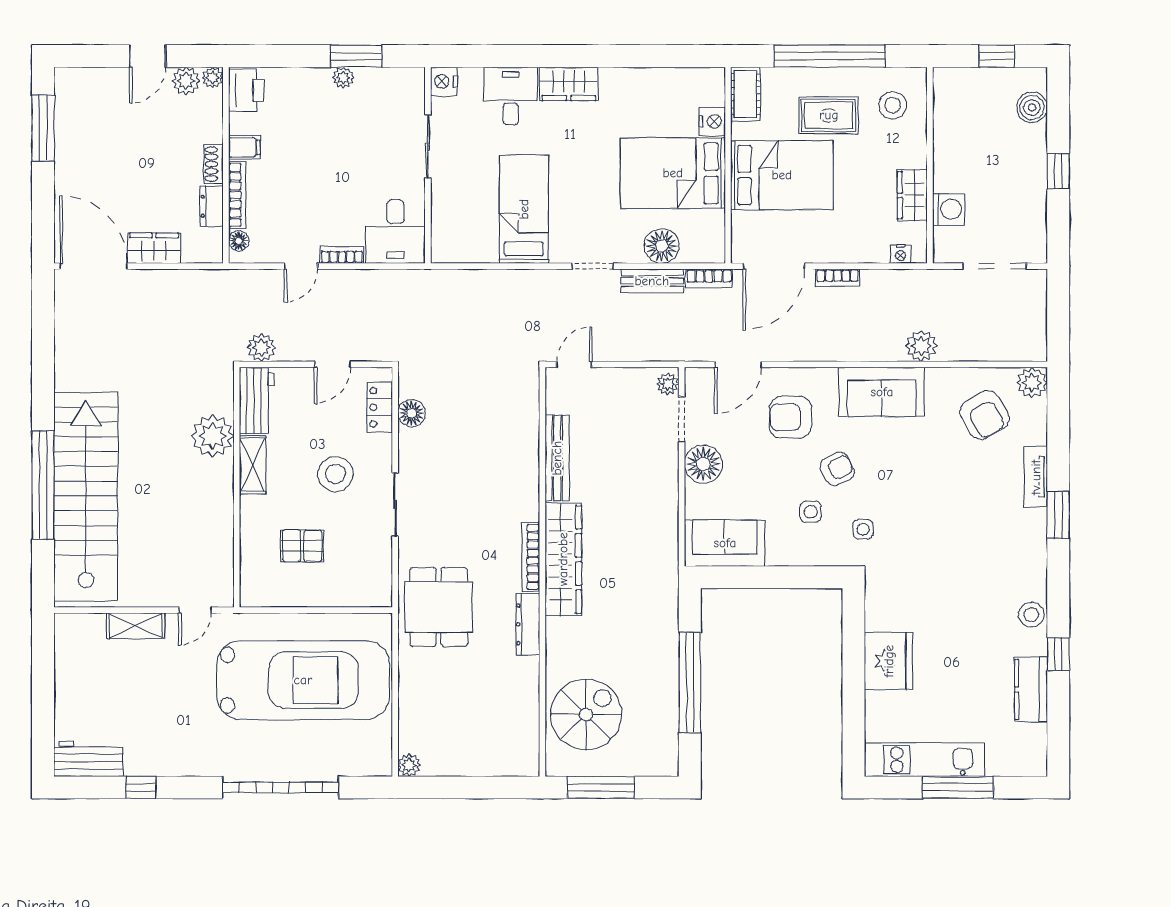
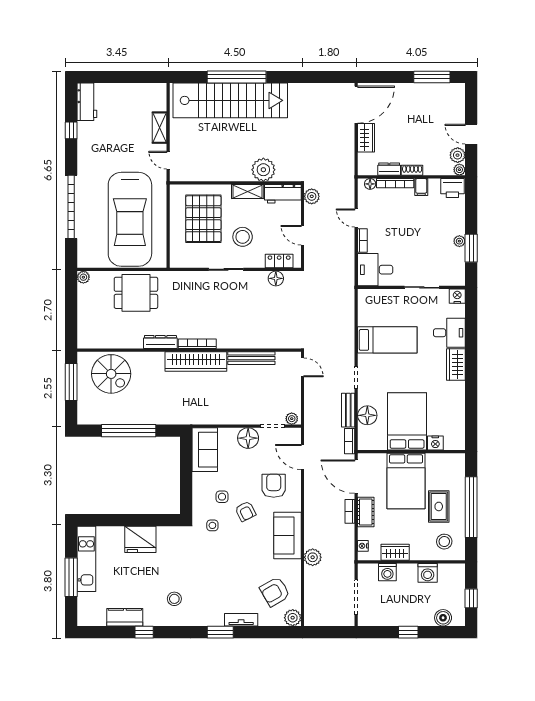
cot: (745, 94) -> (366, 512), moved, turned 90
washing machine: (950, 136) -> (428, 573), added
pallet: (302, 546) -> (203, 219), width x2.05, depth x2.00
dining table: (439, 607) -> (136, 293), moved
stool: (1031, 615) -> (174, 599), moved

